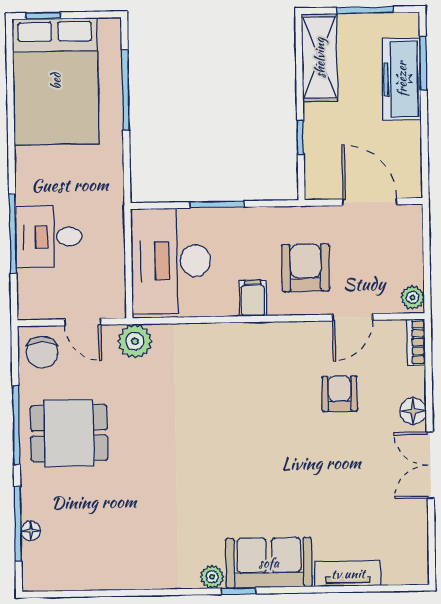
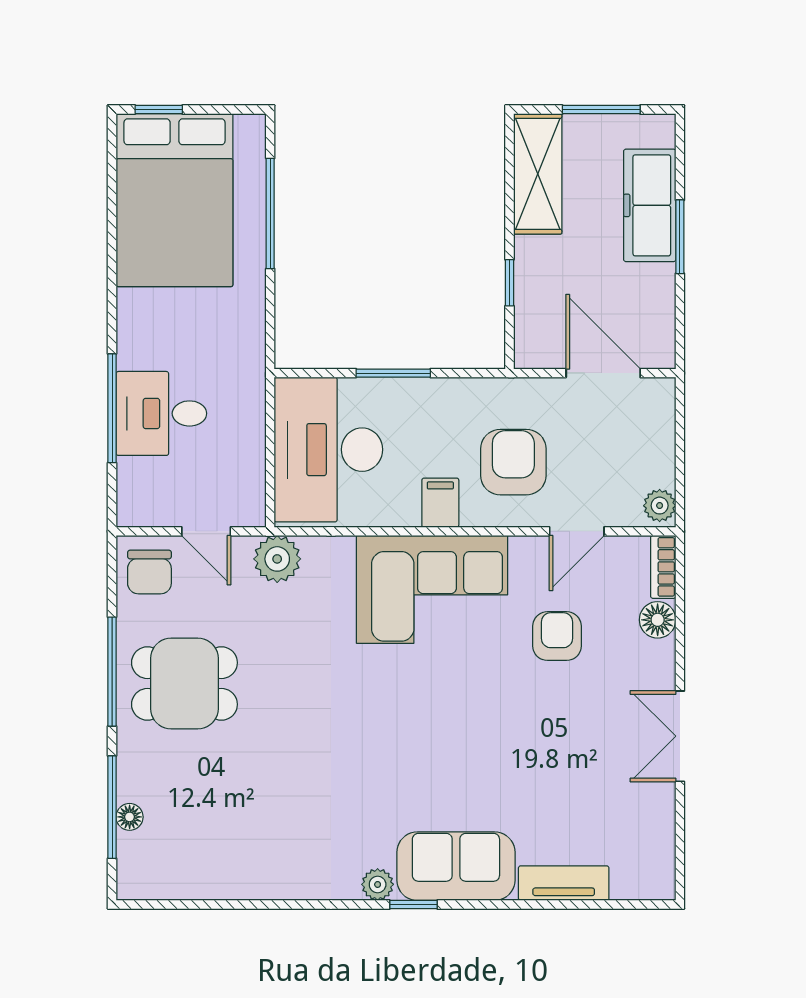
window: (423, 63) -> (680, 237), moved
corner sofa: (248, 361) -> (432, 589), added
floor lamp: (413, 411) -> (658, 620), moved

